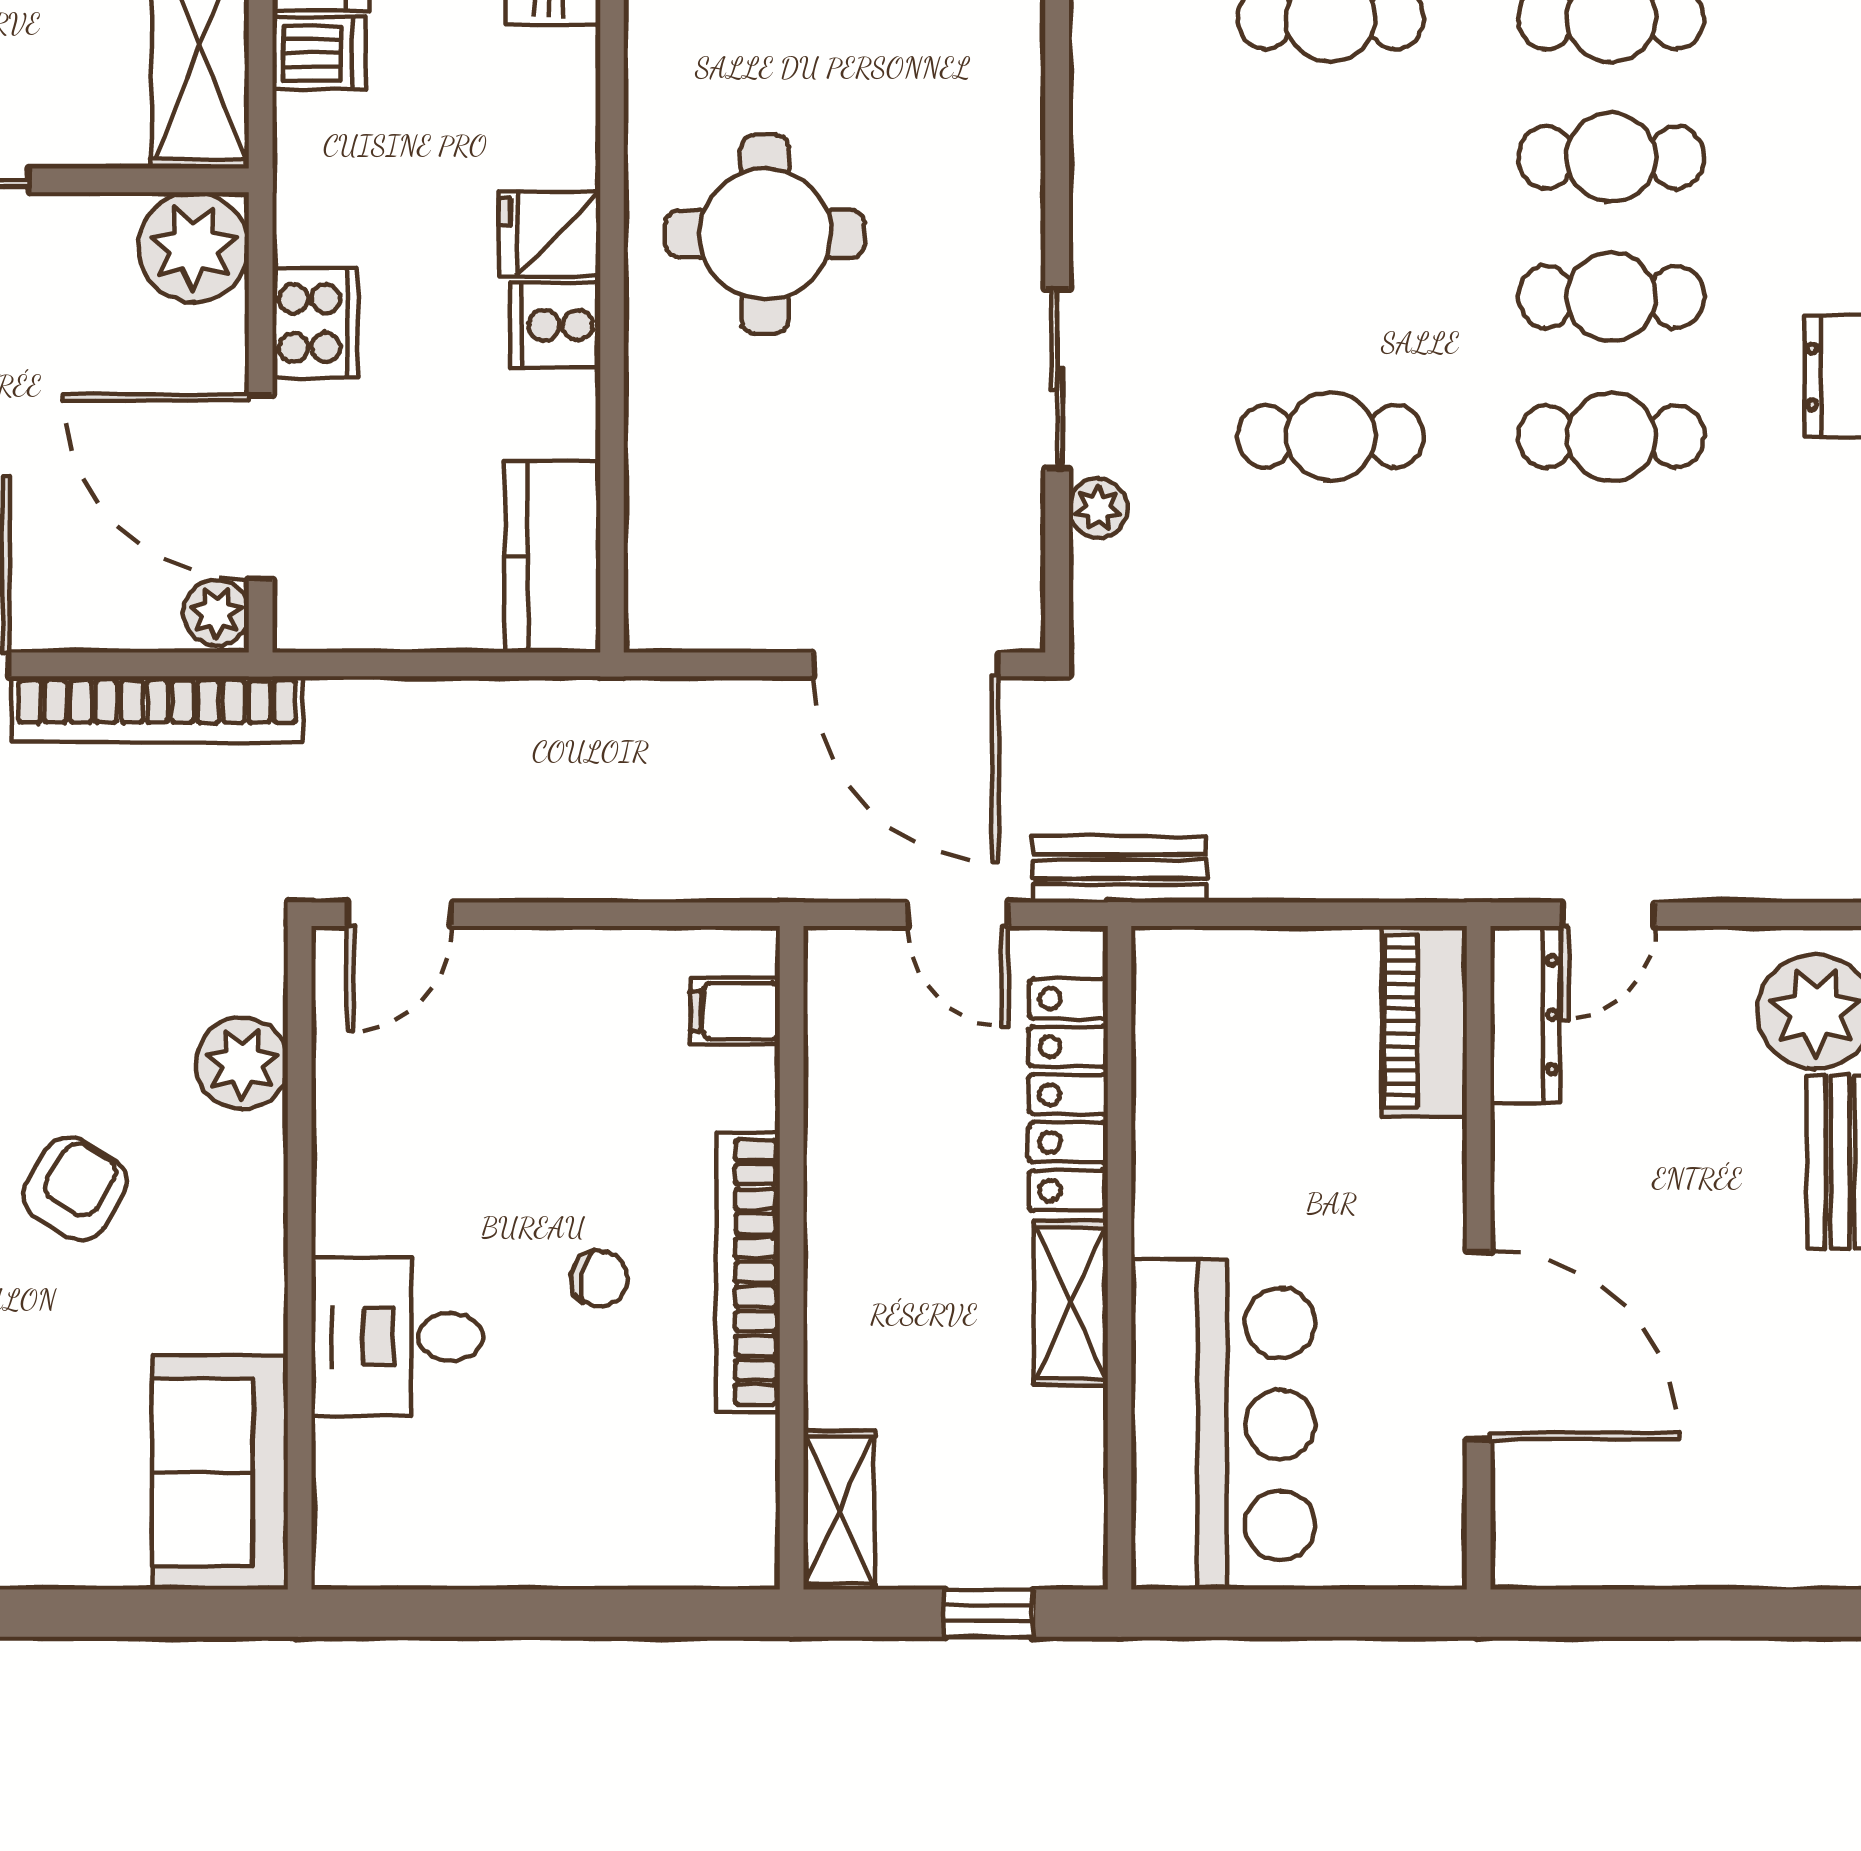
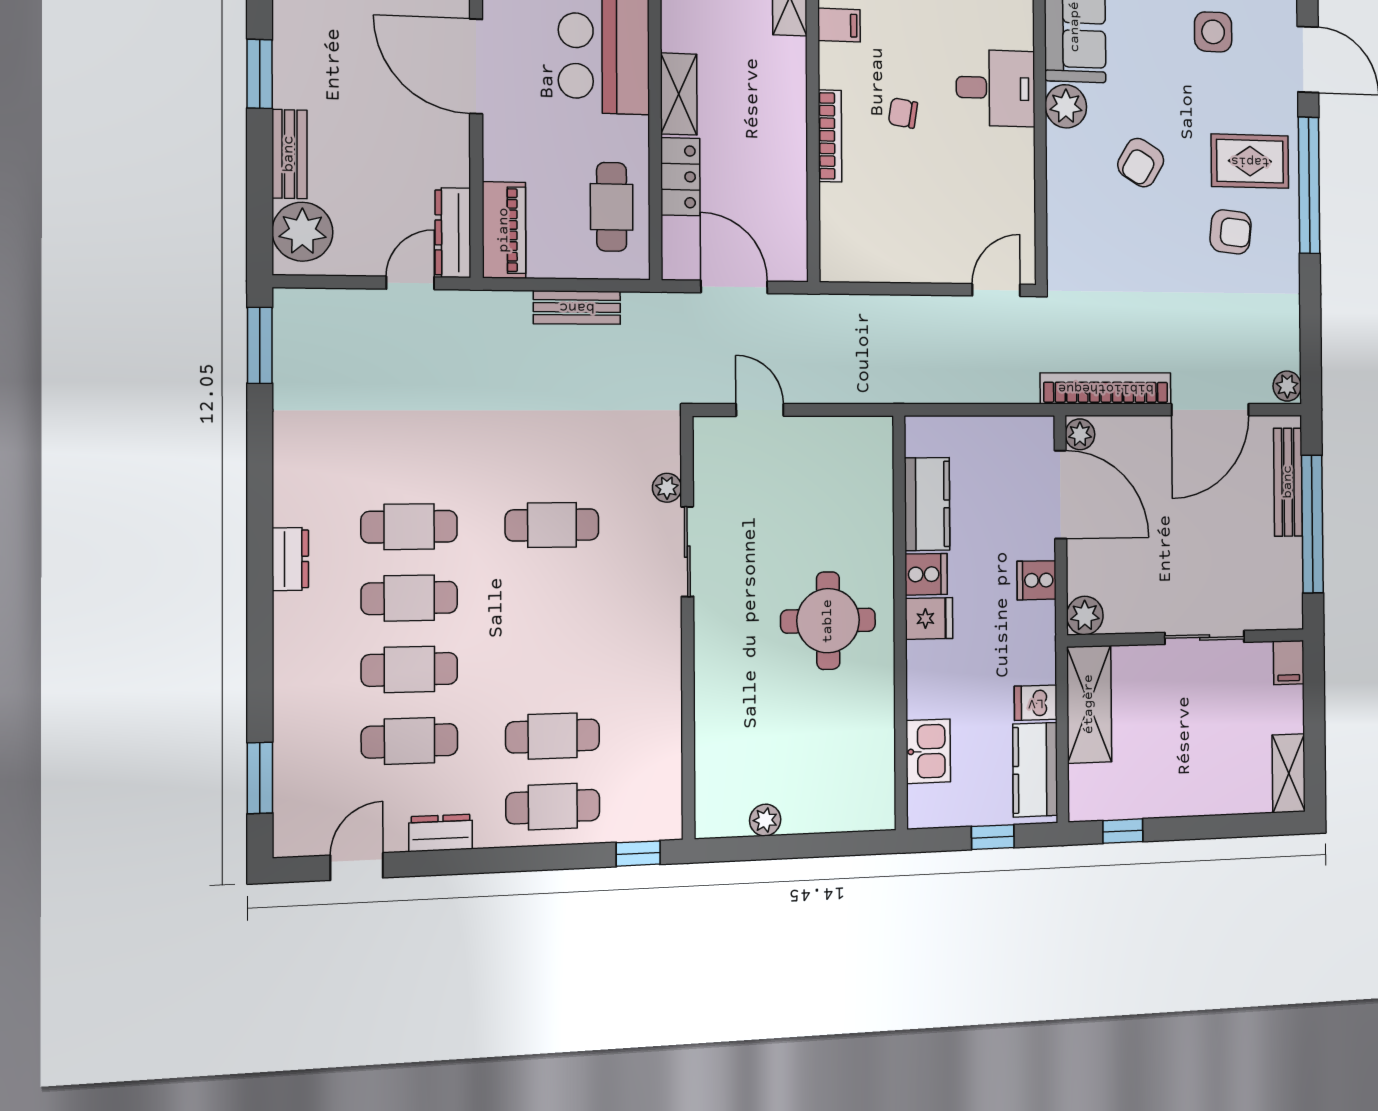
plant: (194, 247) -> (1085, 616), width x0.73, depth x0.73
cooker: (315, 323) -> (1037, 580), width x0.73
kitchen counter: (552, 557) -> (927, 504), moved
door: (906, 664) -> (760, 410), width x0.53
bench: (1120, 869) -> (577, 307), moved
door: (958, 914) -> (734, 287), width x1.38
filing cabinet: (735, 1011) -> (839, 25), moved
plant: (242, 1063) -> (1066, 106), moved
cafe table: (1209, 1072) -> (612, 207), added
locker: (1068, 1094) -> (680, 177), width x0.66
bookcase: (748, 1272) -> (830, 136), width x0.68, depth x0.76

